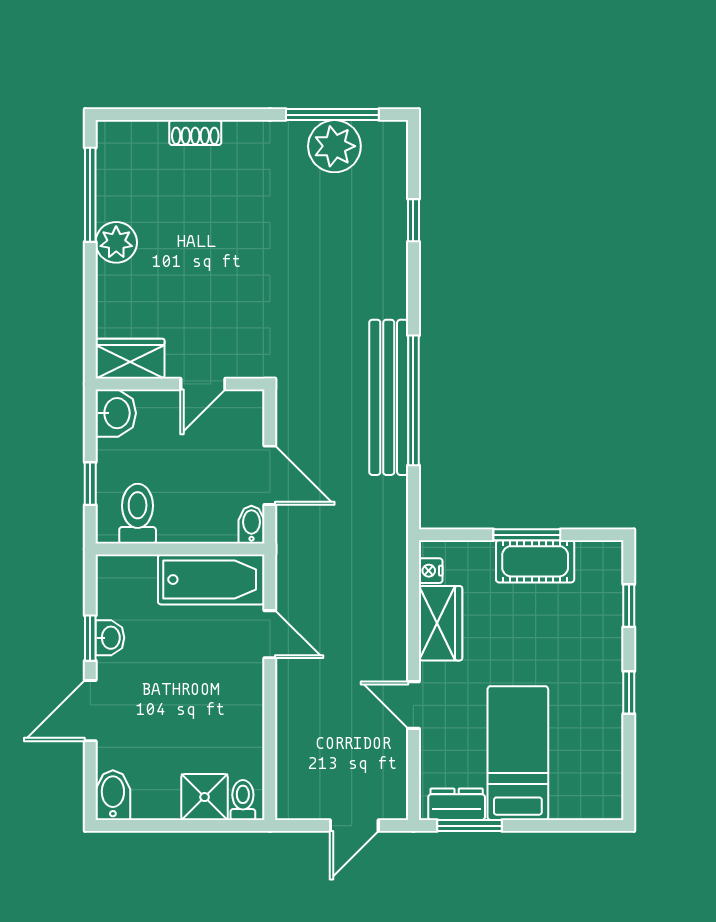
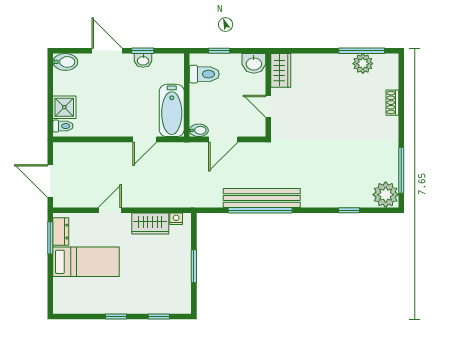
plant: (334, 146) -> (386, 195), moved
plant: (116, 242) -> (363, 64), moved
cot: (535, 561) -> (181, 270), removed
door: (354, 826) -> (50, 181), width x1.38

